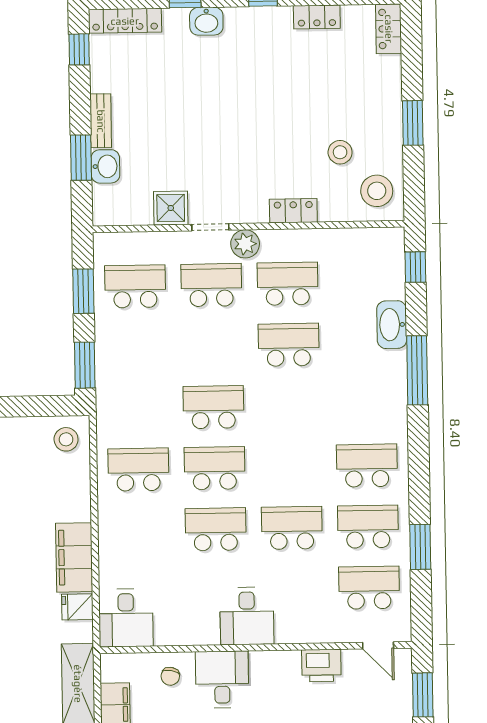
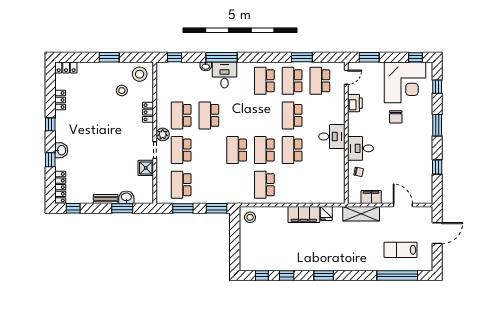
washbasin: (392, 325) -> (206, 66), width x0.52, depth x0.69
desk: (126, 618) -> (225, 75), moved, turned -90

